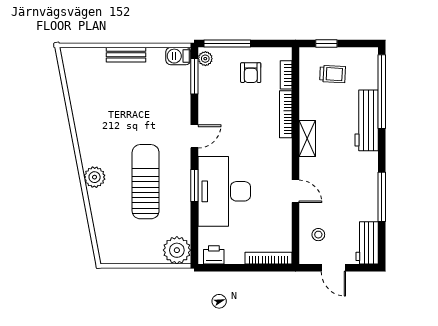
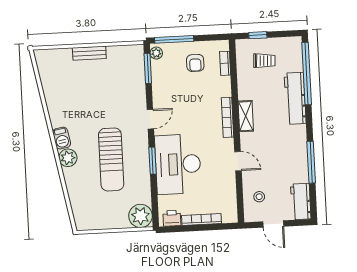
barbecue: (178, 56) -> (62, 138), moved, turned -101
bookcase: (286, 114) -> (228, 117), moved
sun lounger: (146, 182) -> (111, 159), turned 180
bookcase: (268, 258) -> (201, 219), moved

